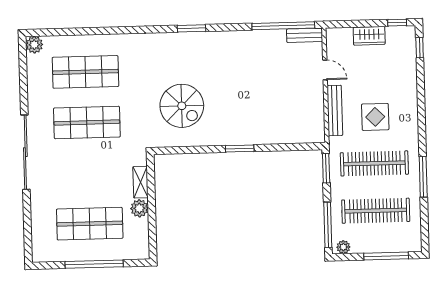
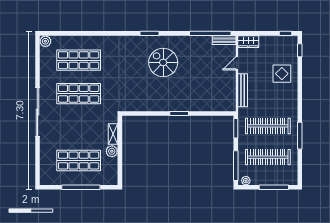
wardrobe: (369, 36) -> (248, 42), moved
door: (325, 70) -> (237, 63), swing flipped
spiral stairs: (182, 106) -> (163, 62), moved, turned 180
display table: (375, 117) -> (282, 74), moved

